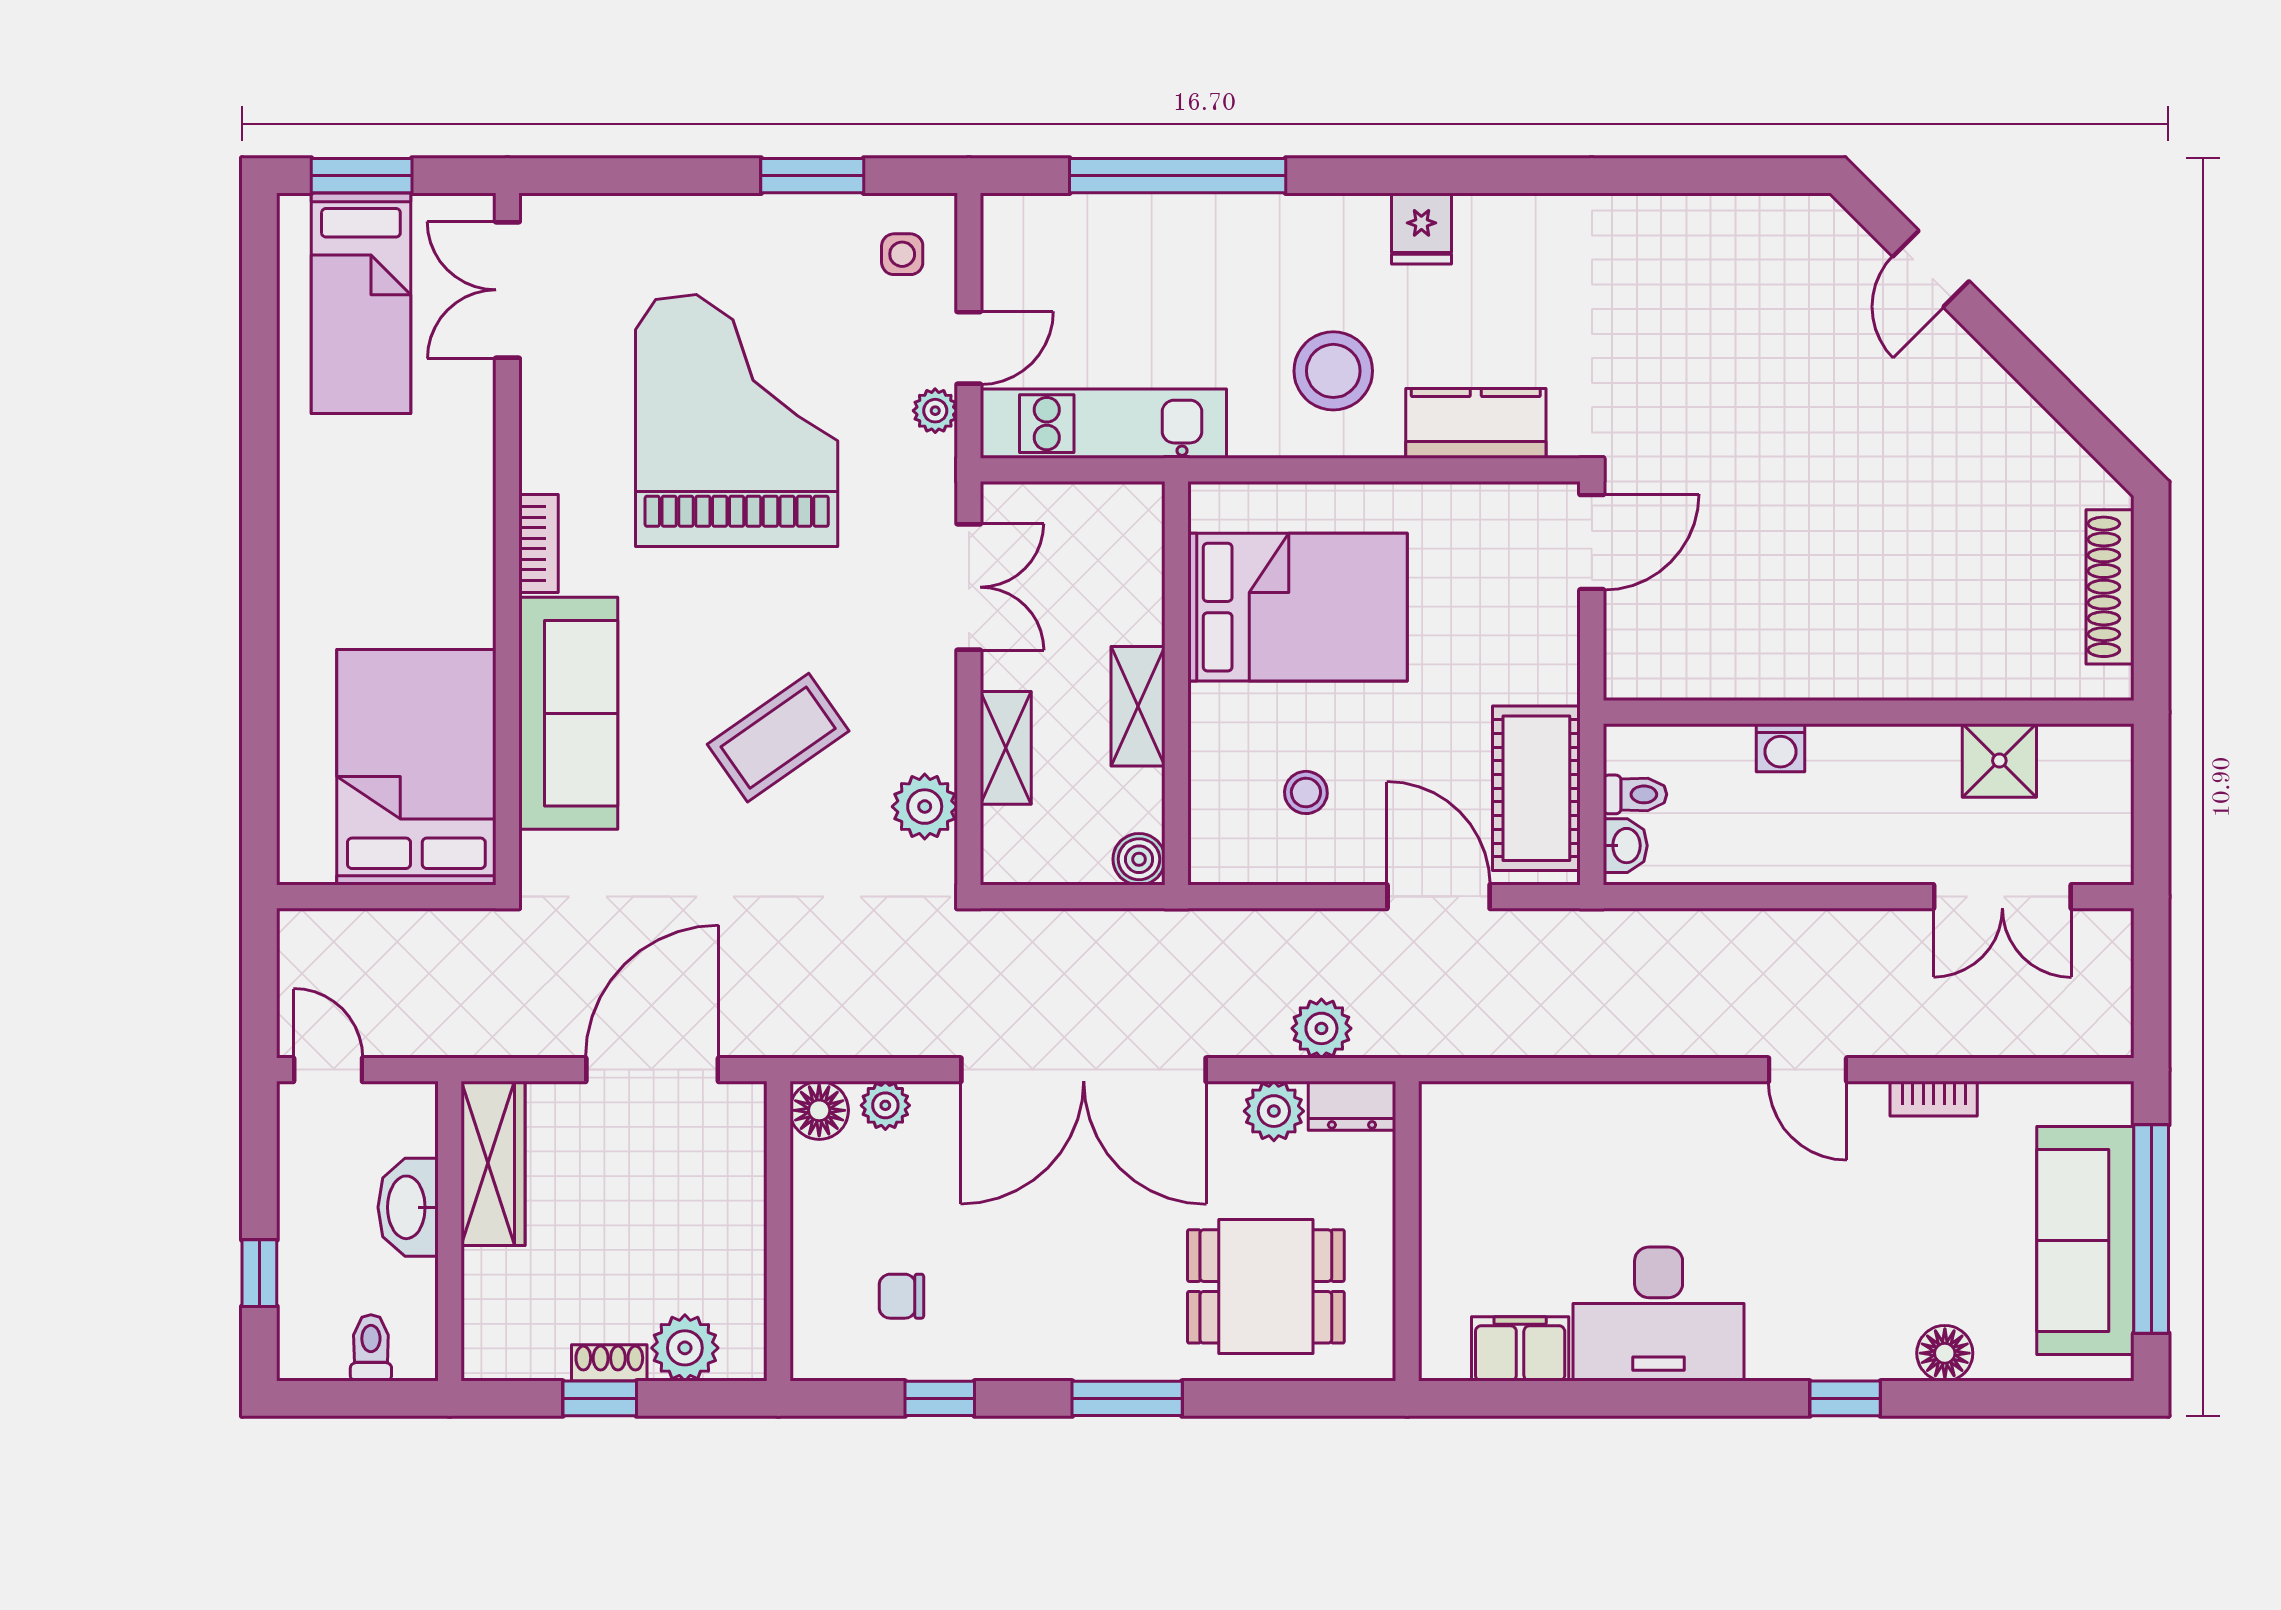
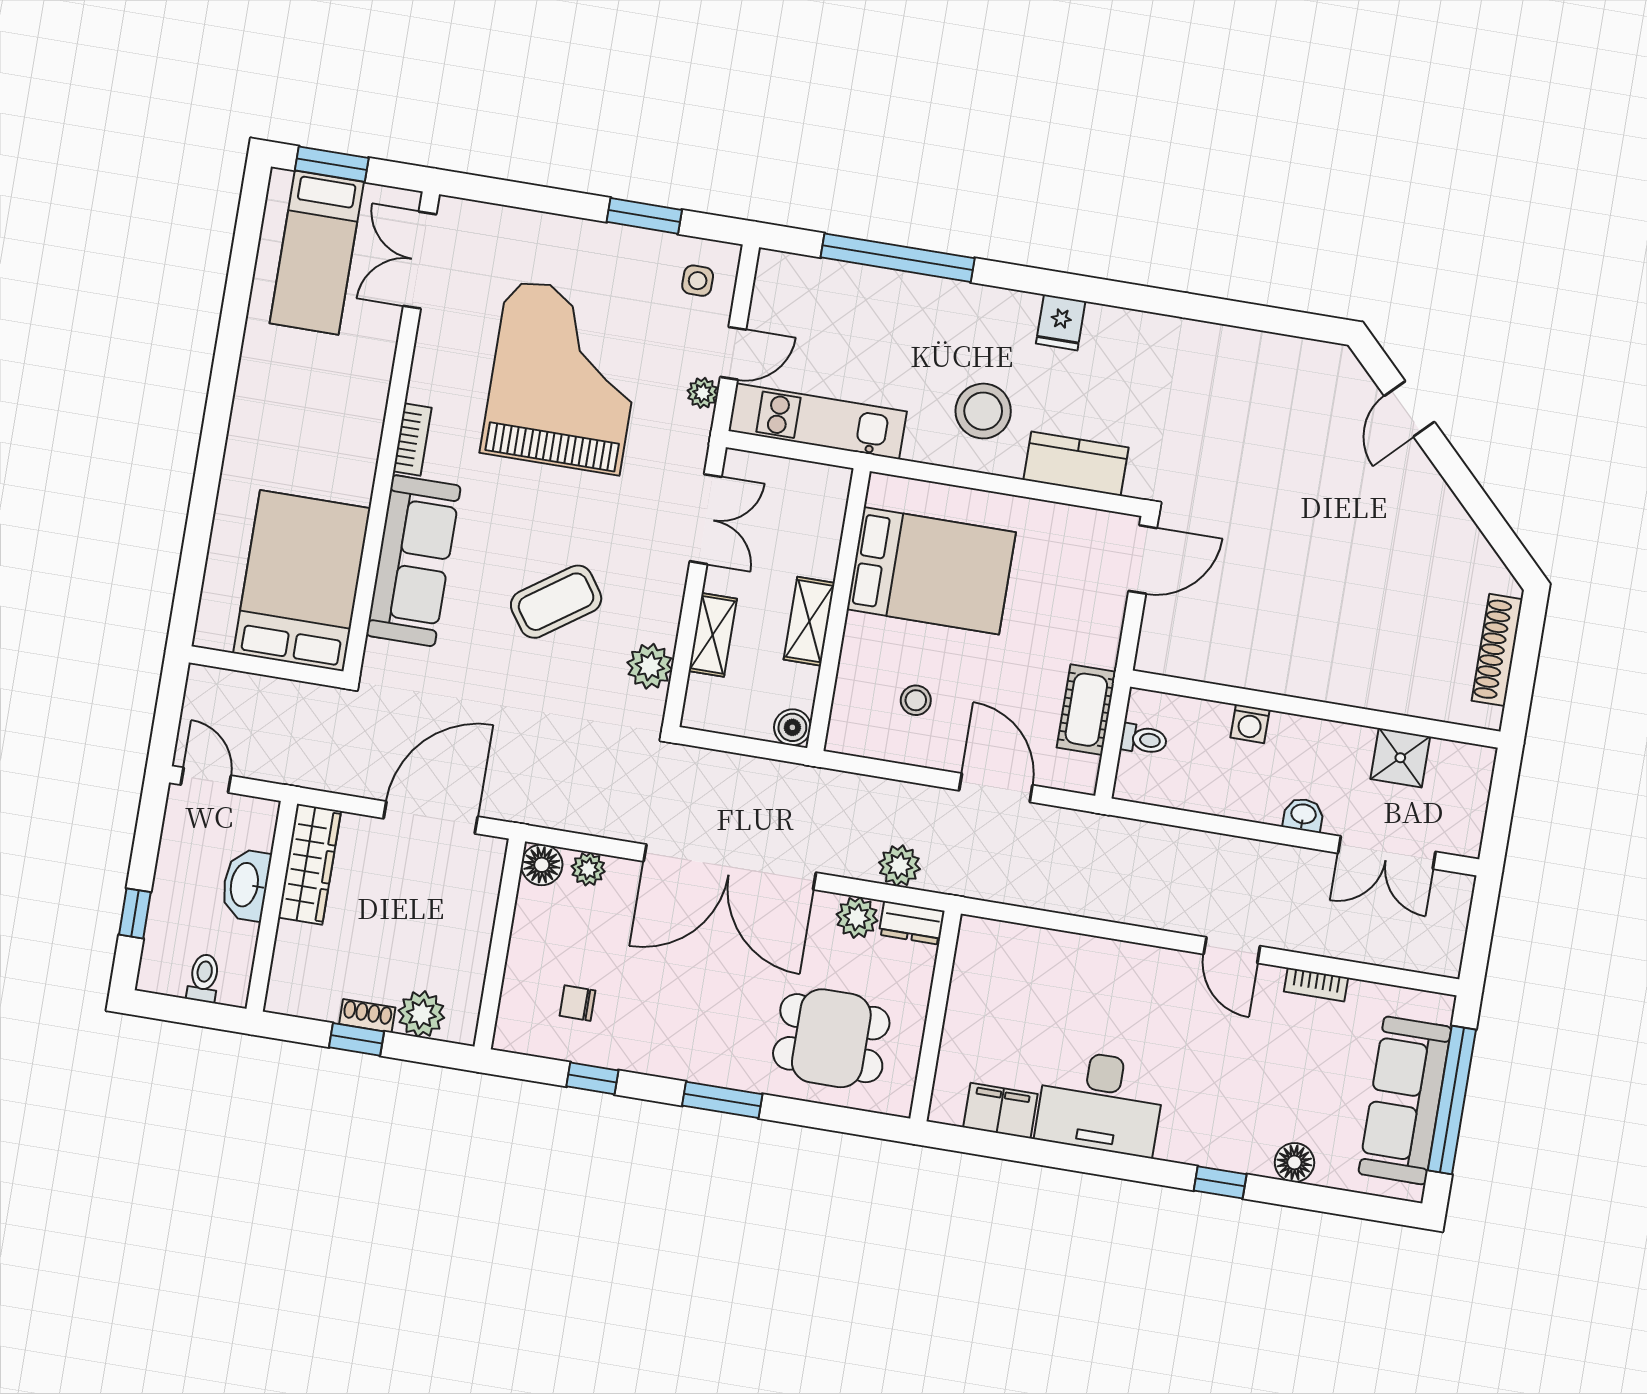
cot: (1536, 788) -> (1086, 710), width x0.73, depth x0.75
washbasin: (1625, 846) -> (1303, 815), moved, turned -90

